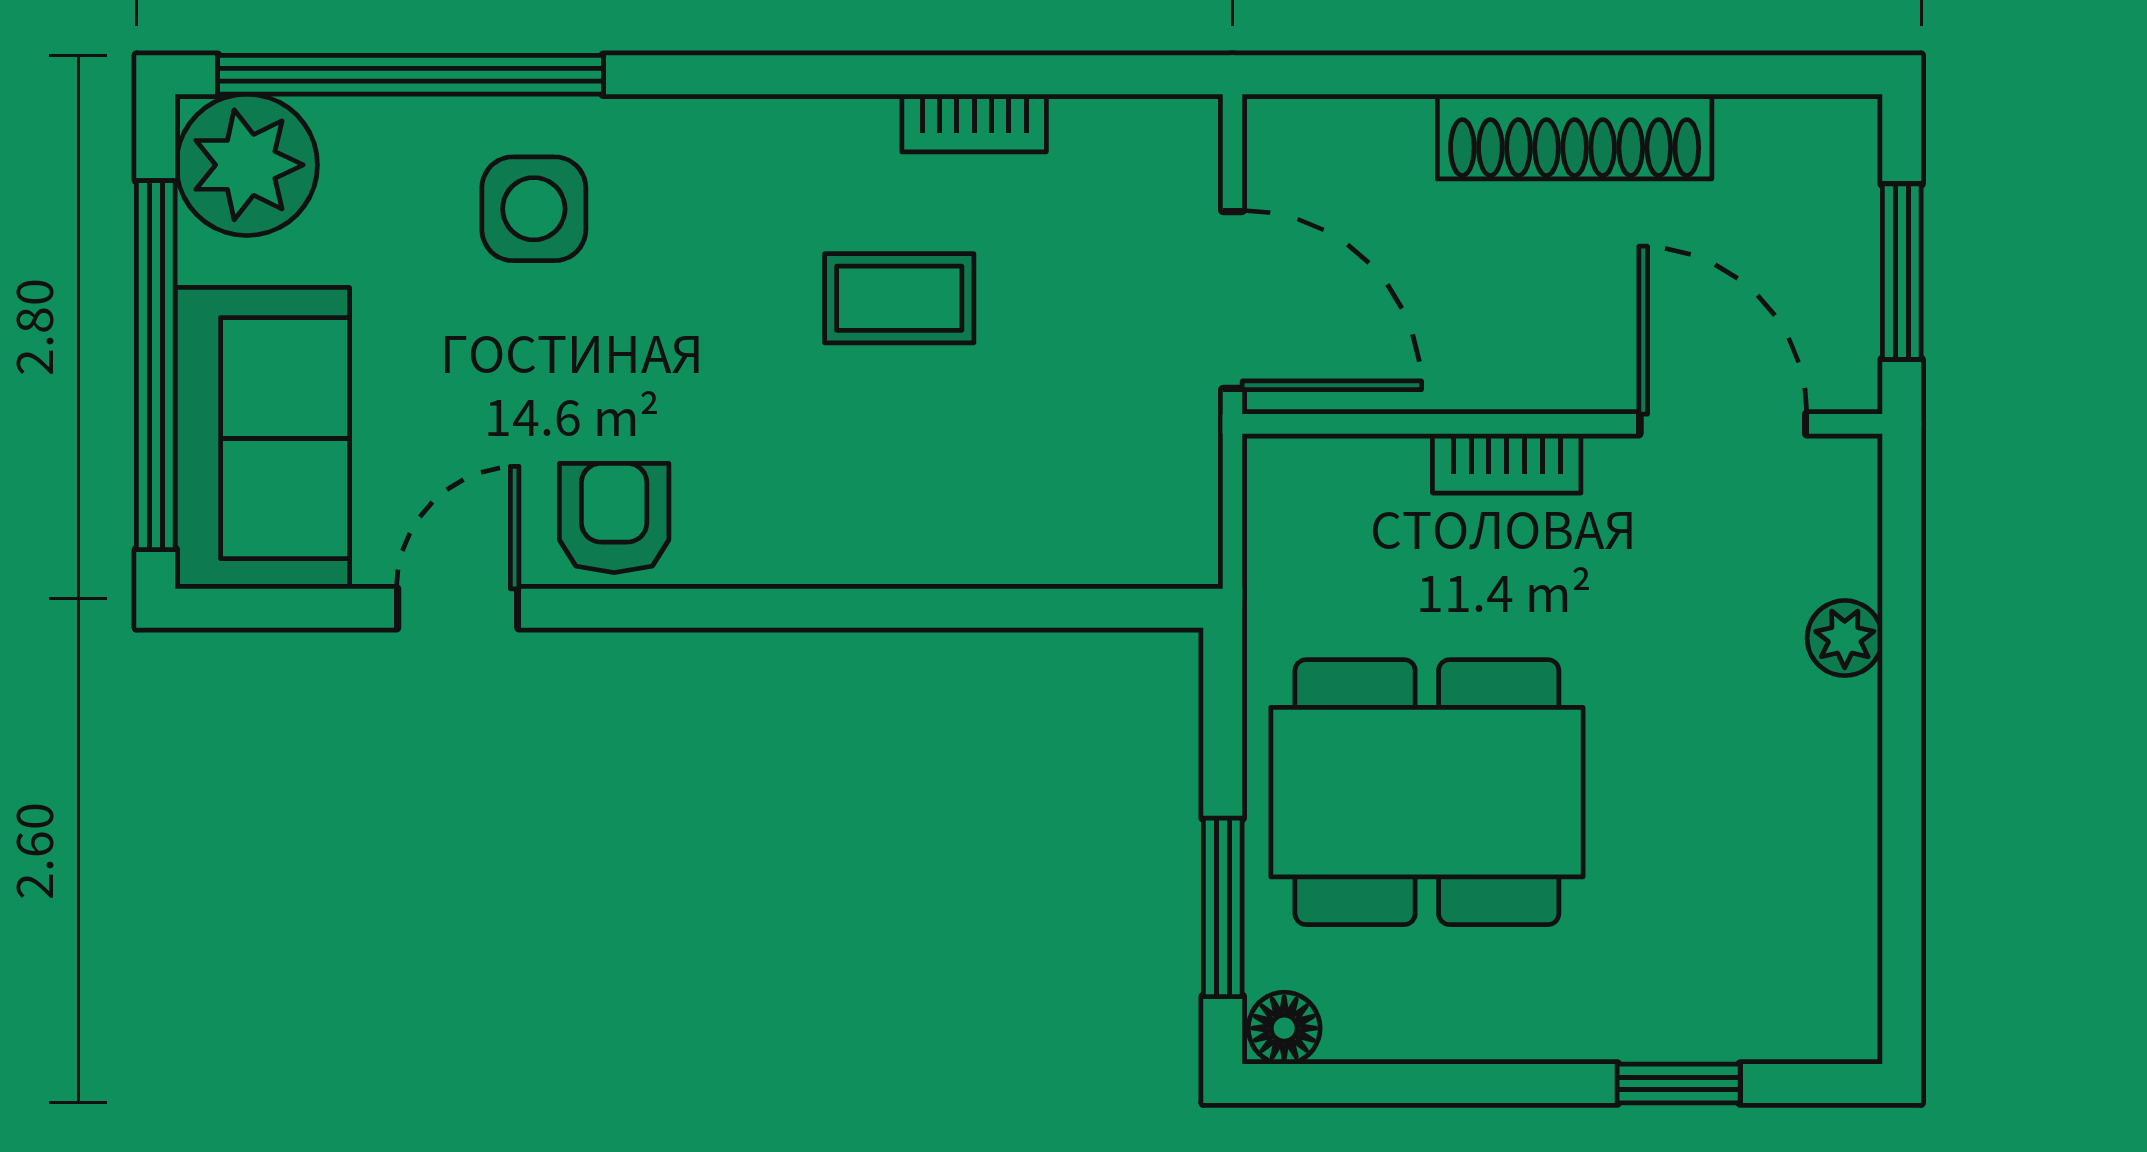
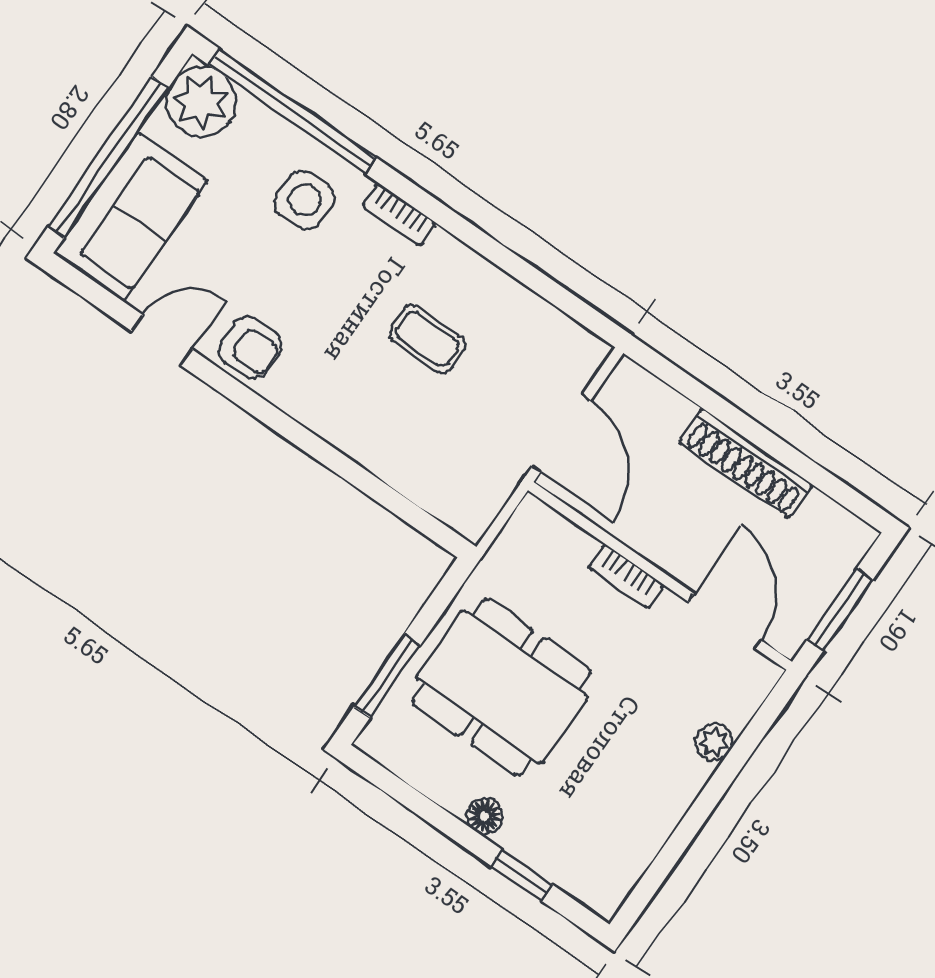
bookcase: (974, 123) -> (399, 214), moved
armchair: (614, 518) -> (250, 348), turned 90
floor lamp: (1284, 1028) -> (485, 816), moved

